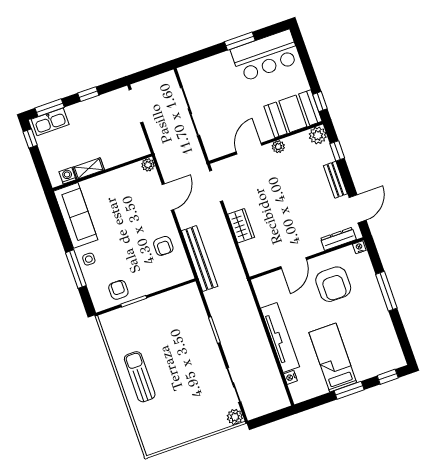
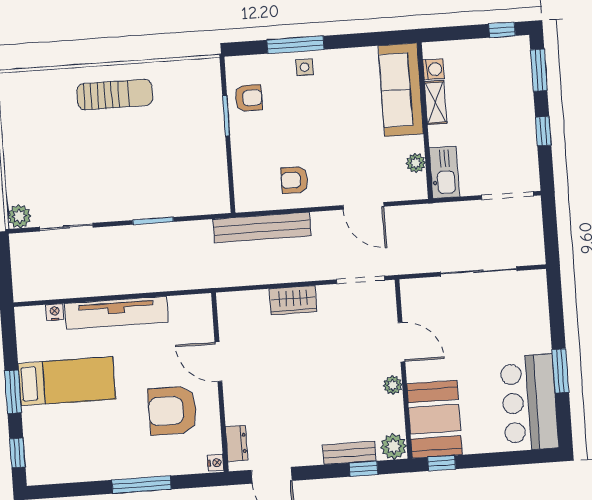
kitchen sink: (50, 122) -> (444, 172), moved, turned 180
plant: (148, 165) -> (416, 163), moved
bench: (335, 180) -> (349, 453), moved
sofa: (76, 215) -> (401, 90), moved, turned 90
dresser: (338, 239) -> (236, 443), width x0.70

